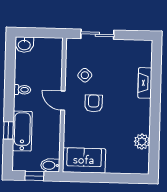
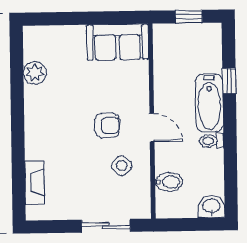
fireplace: (145, 83) -> (35, 182), moved
armchair: (94, 103) -> (107, 125), turned -90
bathtub: (22, 131) -> (209, 103), moved
bidet: (50, 165) -> (169, 182), moved

